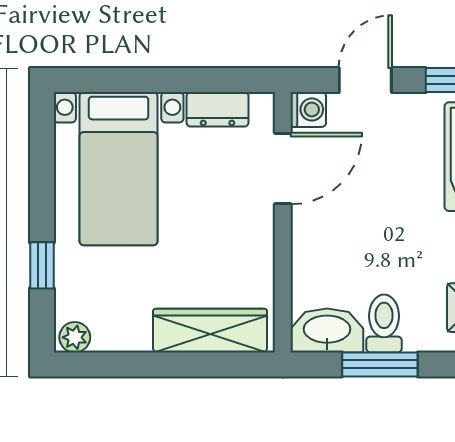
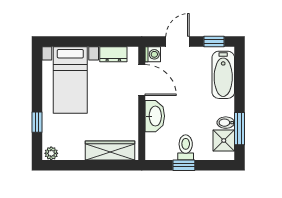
door: (283, 169) -> (142, 80), hinge flipped
washbasin: (327, 330) -> (155, 116), moved, turned 90
window: (380, 364) -> (184, 165), width x0.67

